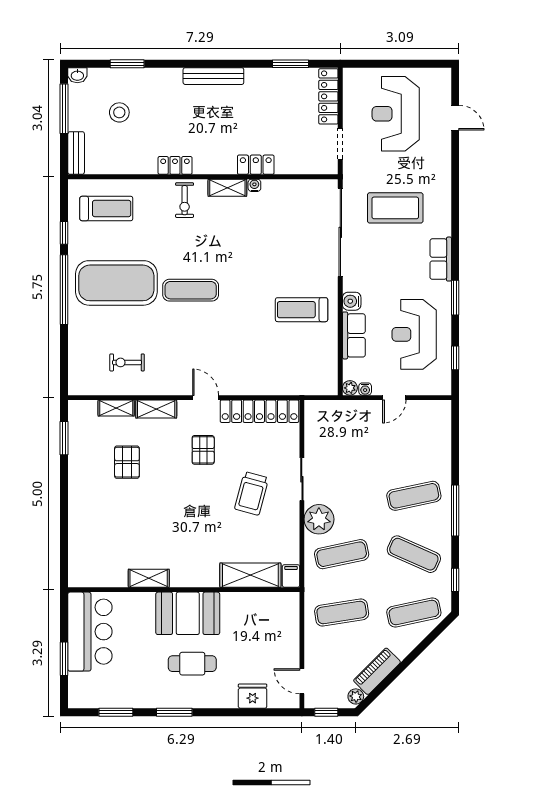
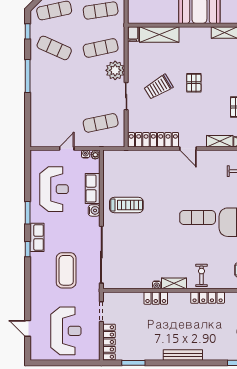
locker: (175, 165) -> (208, 298), width x1.53
coffee table: (395, 208) -> (66, 270), turned 90
window: (455, 358) -> (28, 249), moved
pallet: (203, 450) -> (194, 83), moved
trolley: (252, 493) -> (158, 87), turned -136
exercise mat: (414, 496) -> (101, 123), moved

